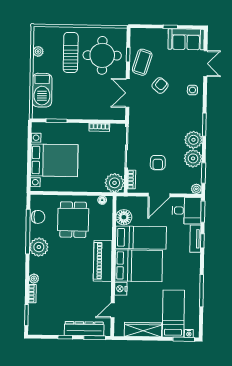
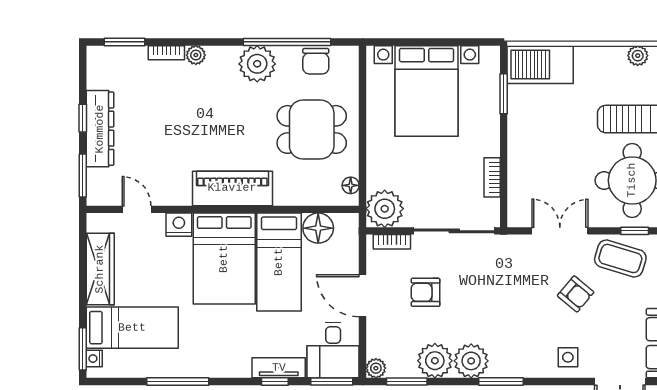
barbecue: (42, 90) -> (540, 65), moved
dresser: (84, 329) -> (100, 129), moved

